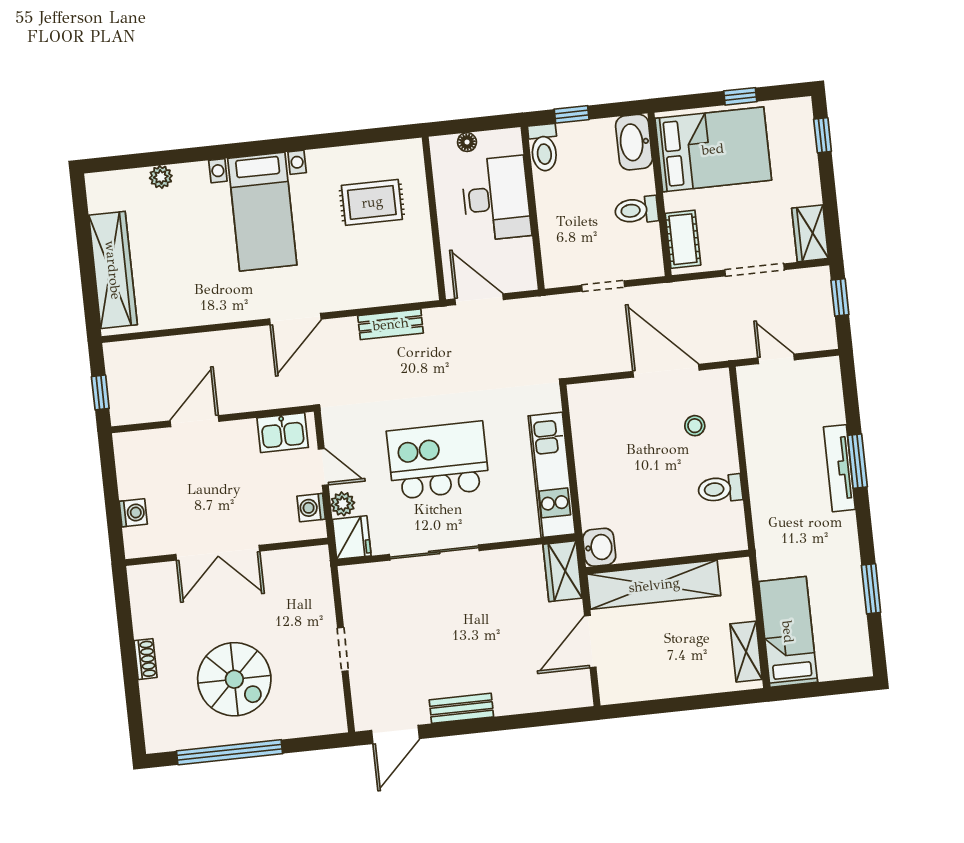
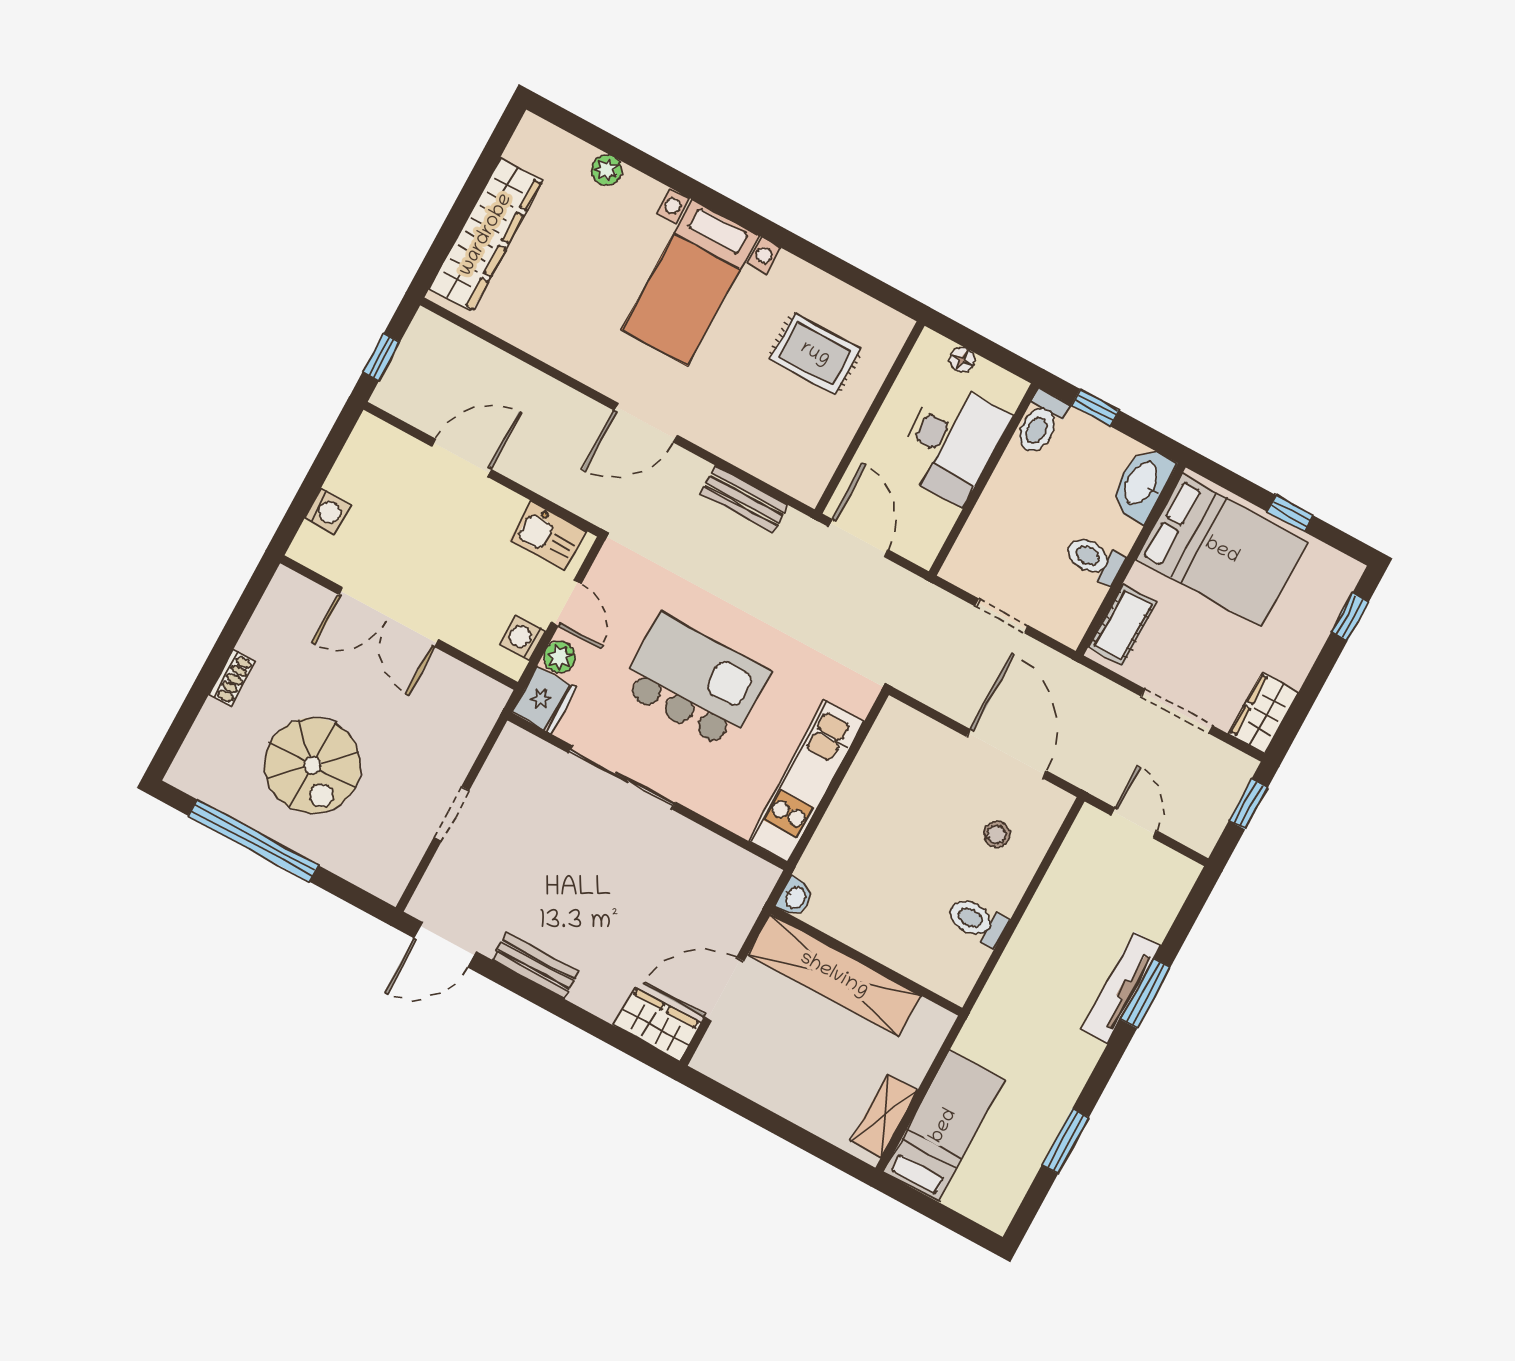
washbasin: (599, 547) -> (795, 897), width x0.72, depth x0.69
wardrobe: (563, 571) -> (657, 1024), moved, turned 90

